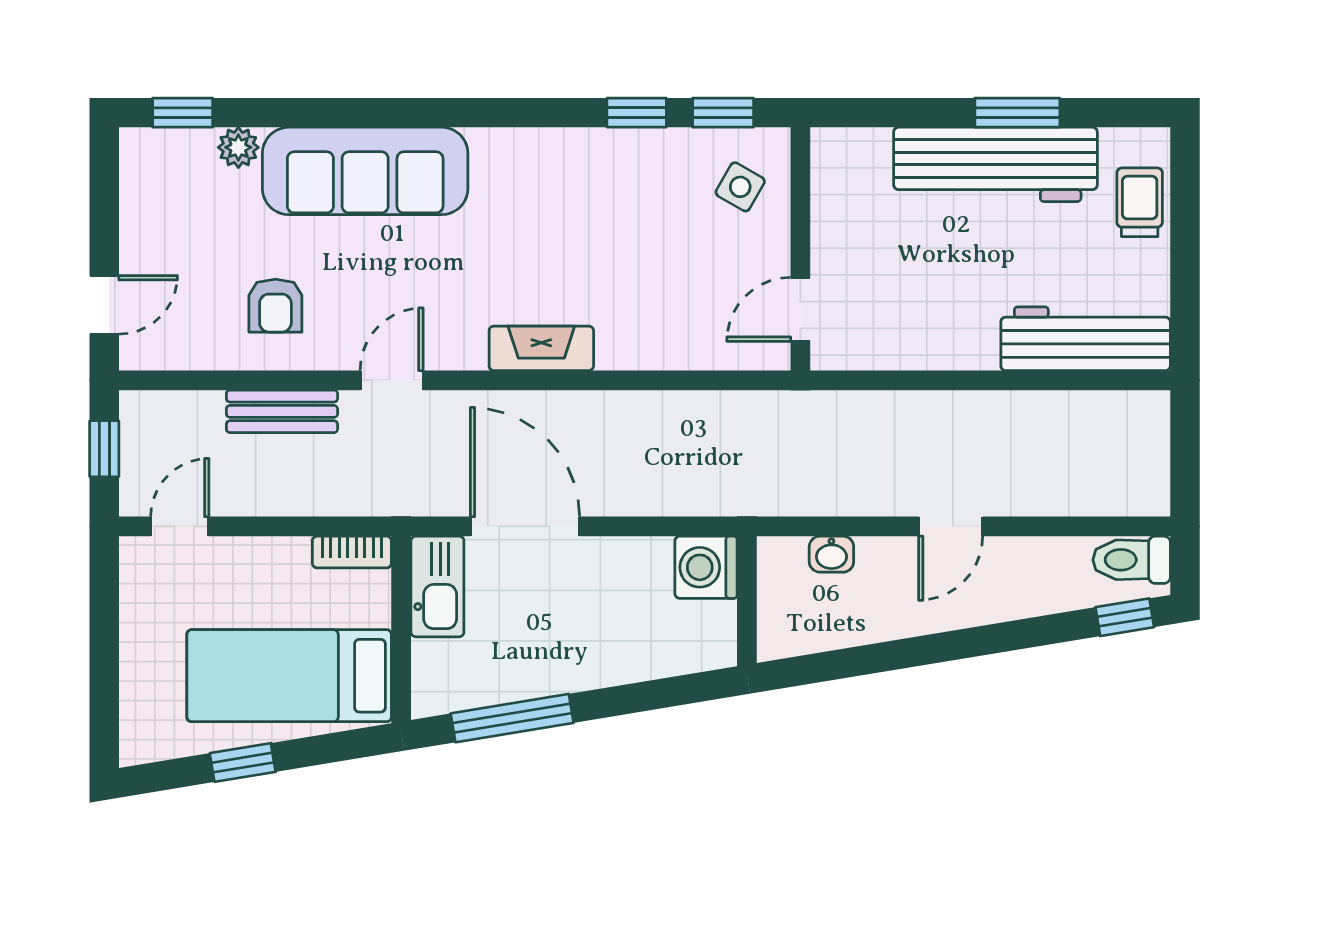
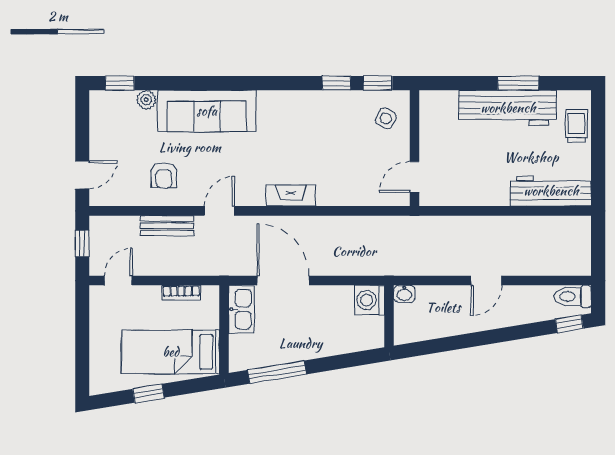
bookcase: (352, 552) -> (181, 293), moved
washbasin: (831, 554) -> (404, 294), moved

